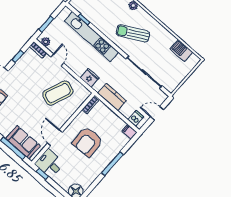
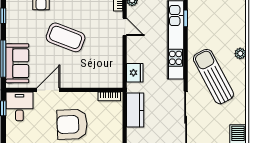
sun lounger: (133, 33) -> (213, 77), width x1.36, depth x1.34
door: (57, 60) -> (125, 27), hinge flipped
coffee table: (58, 93) -> (66, 37), moved

